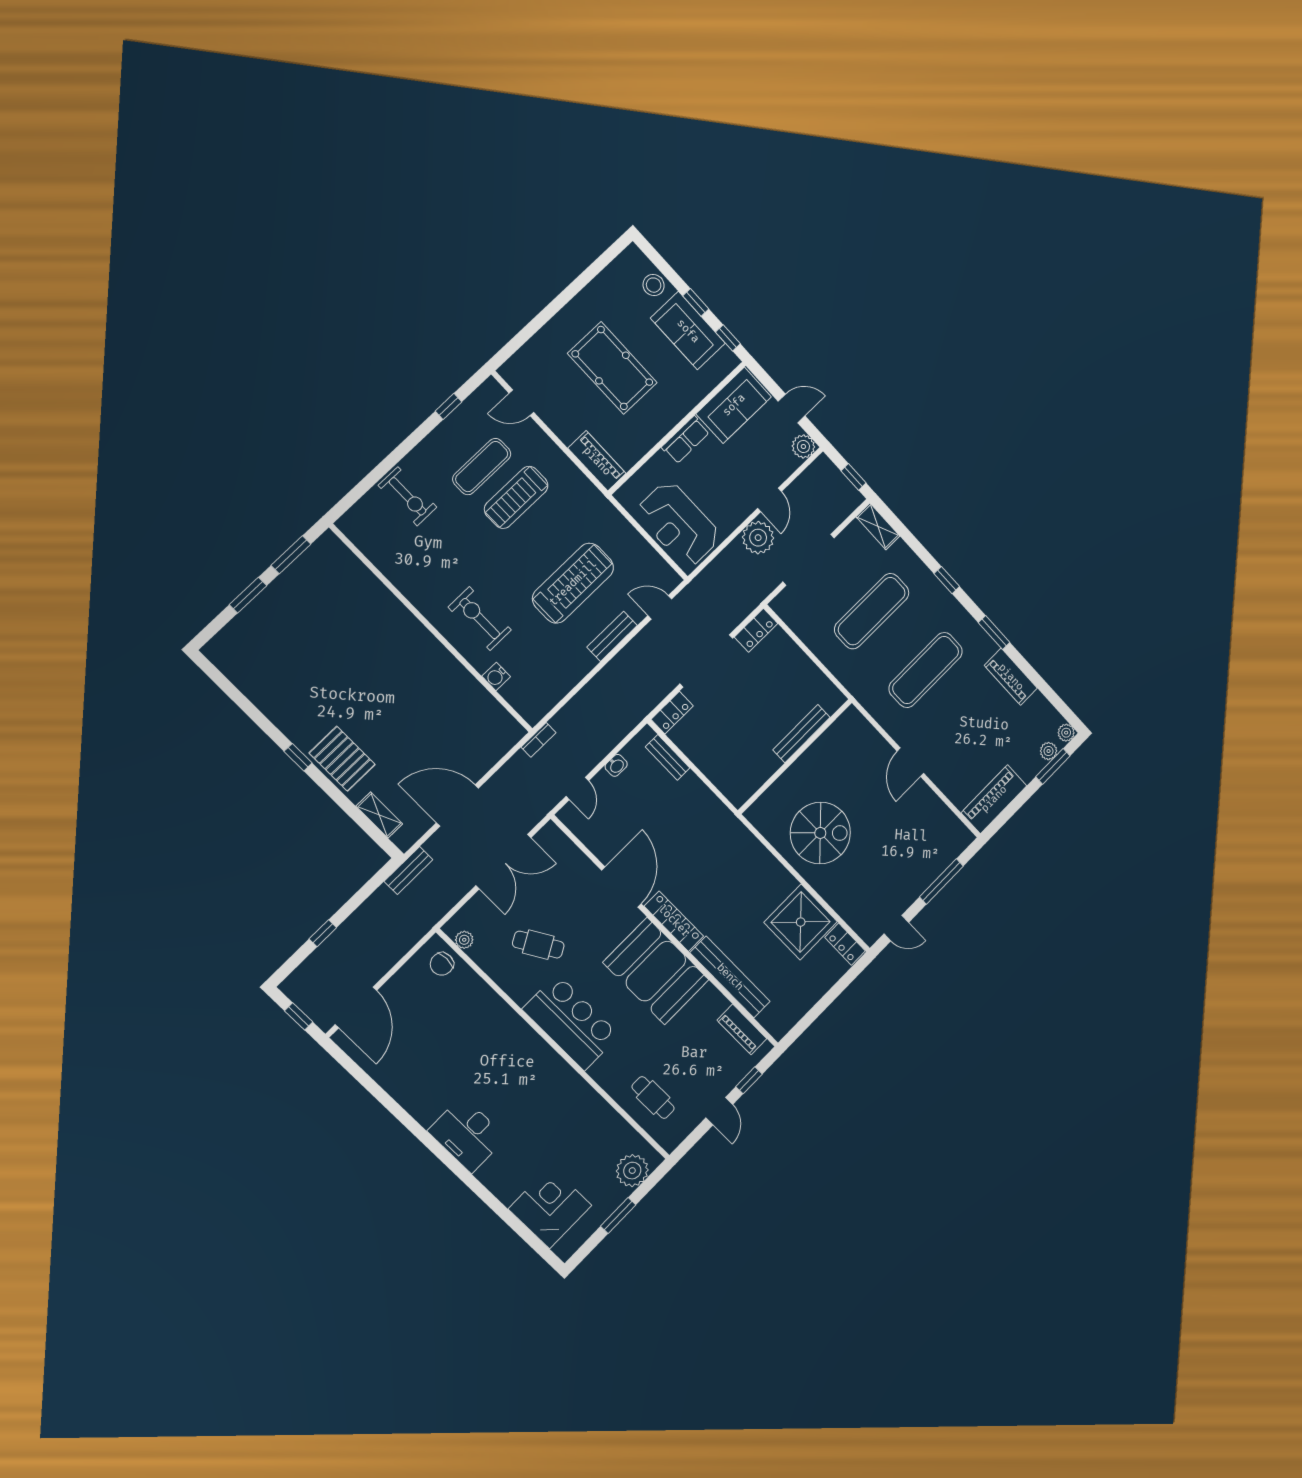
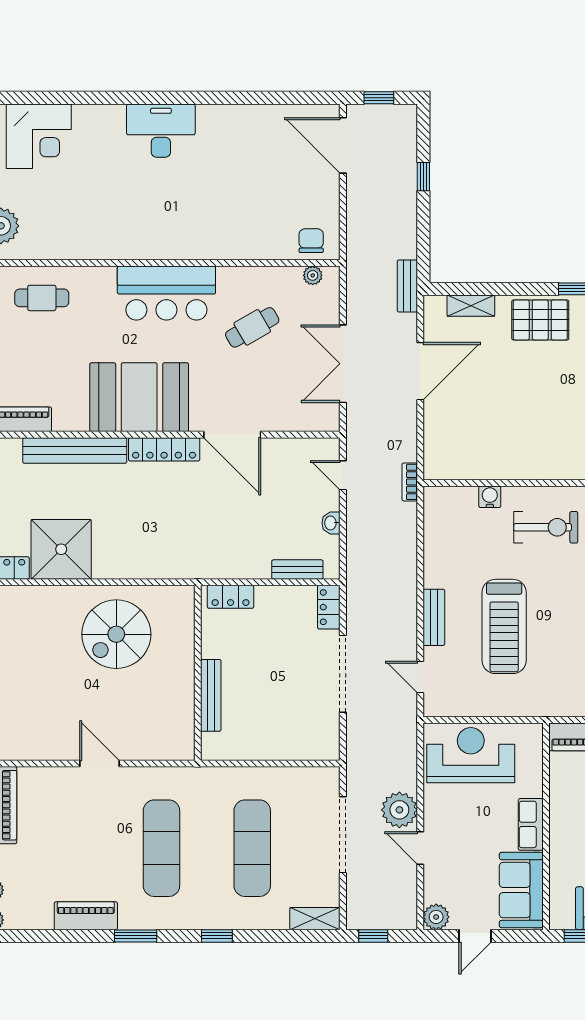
door: (660, 607) -> (420, 677), swing flipped
locker: (756, 630) -> (231, 597), moved, turned -90

